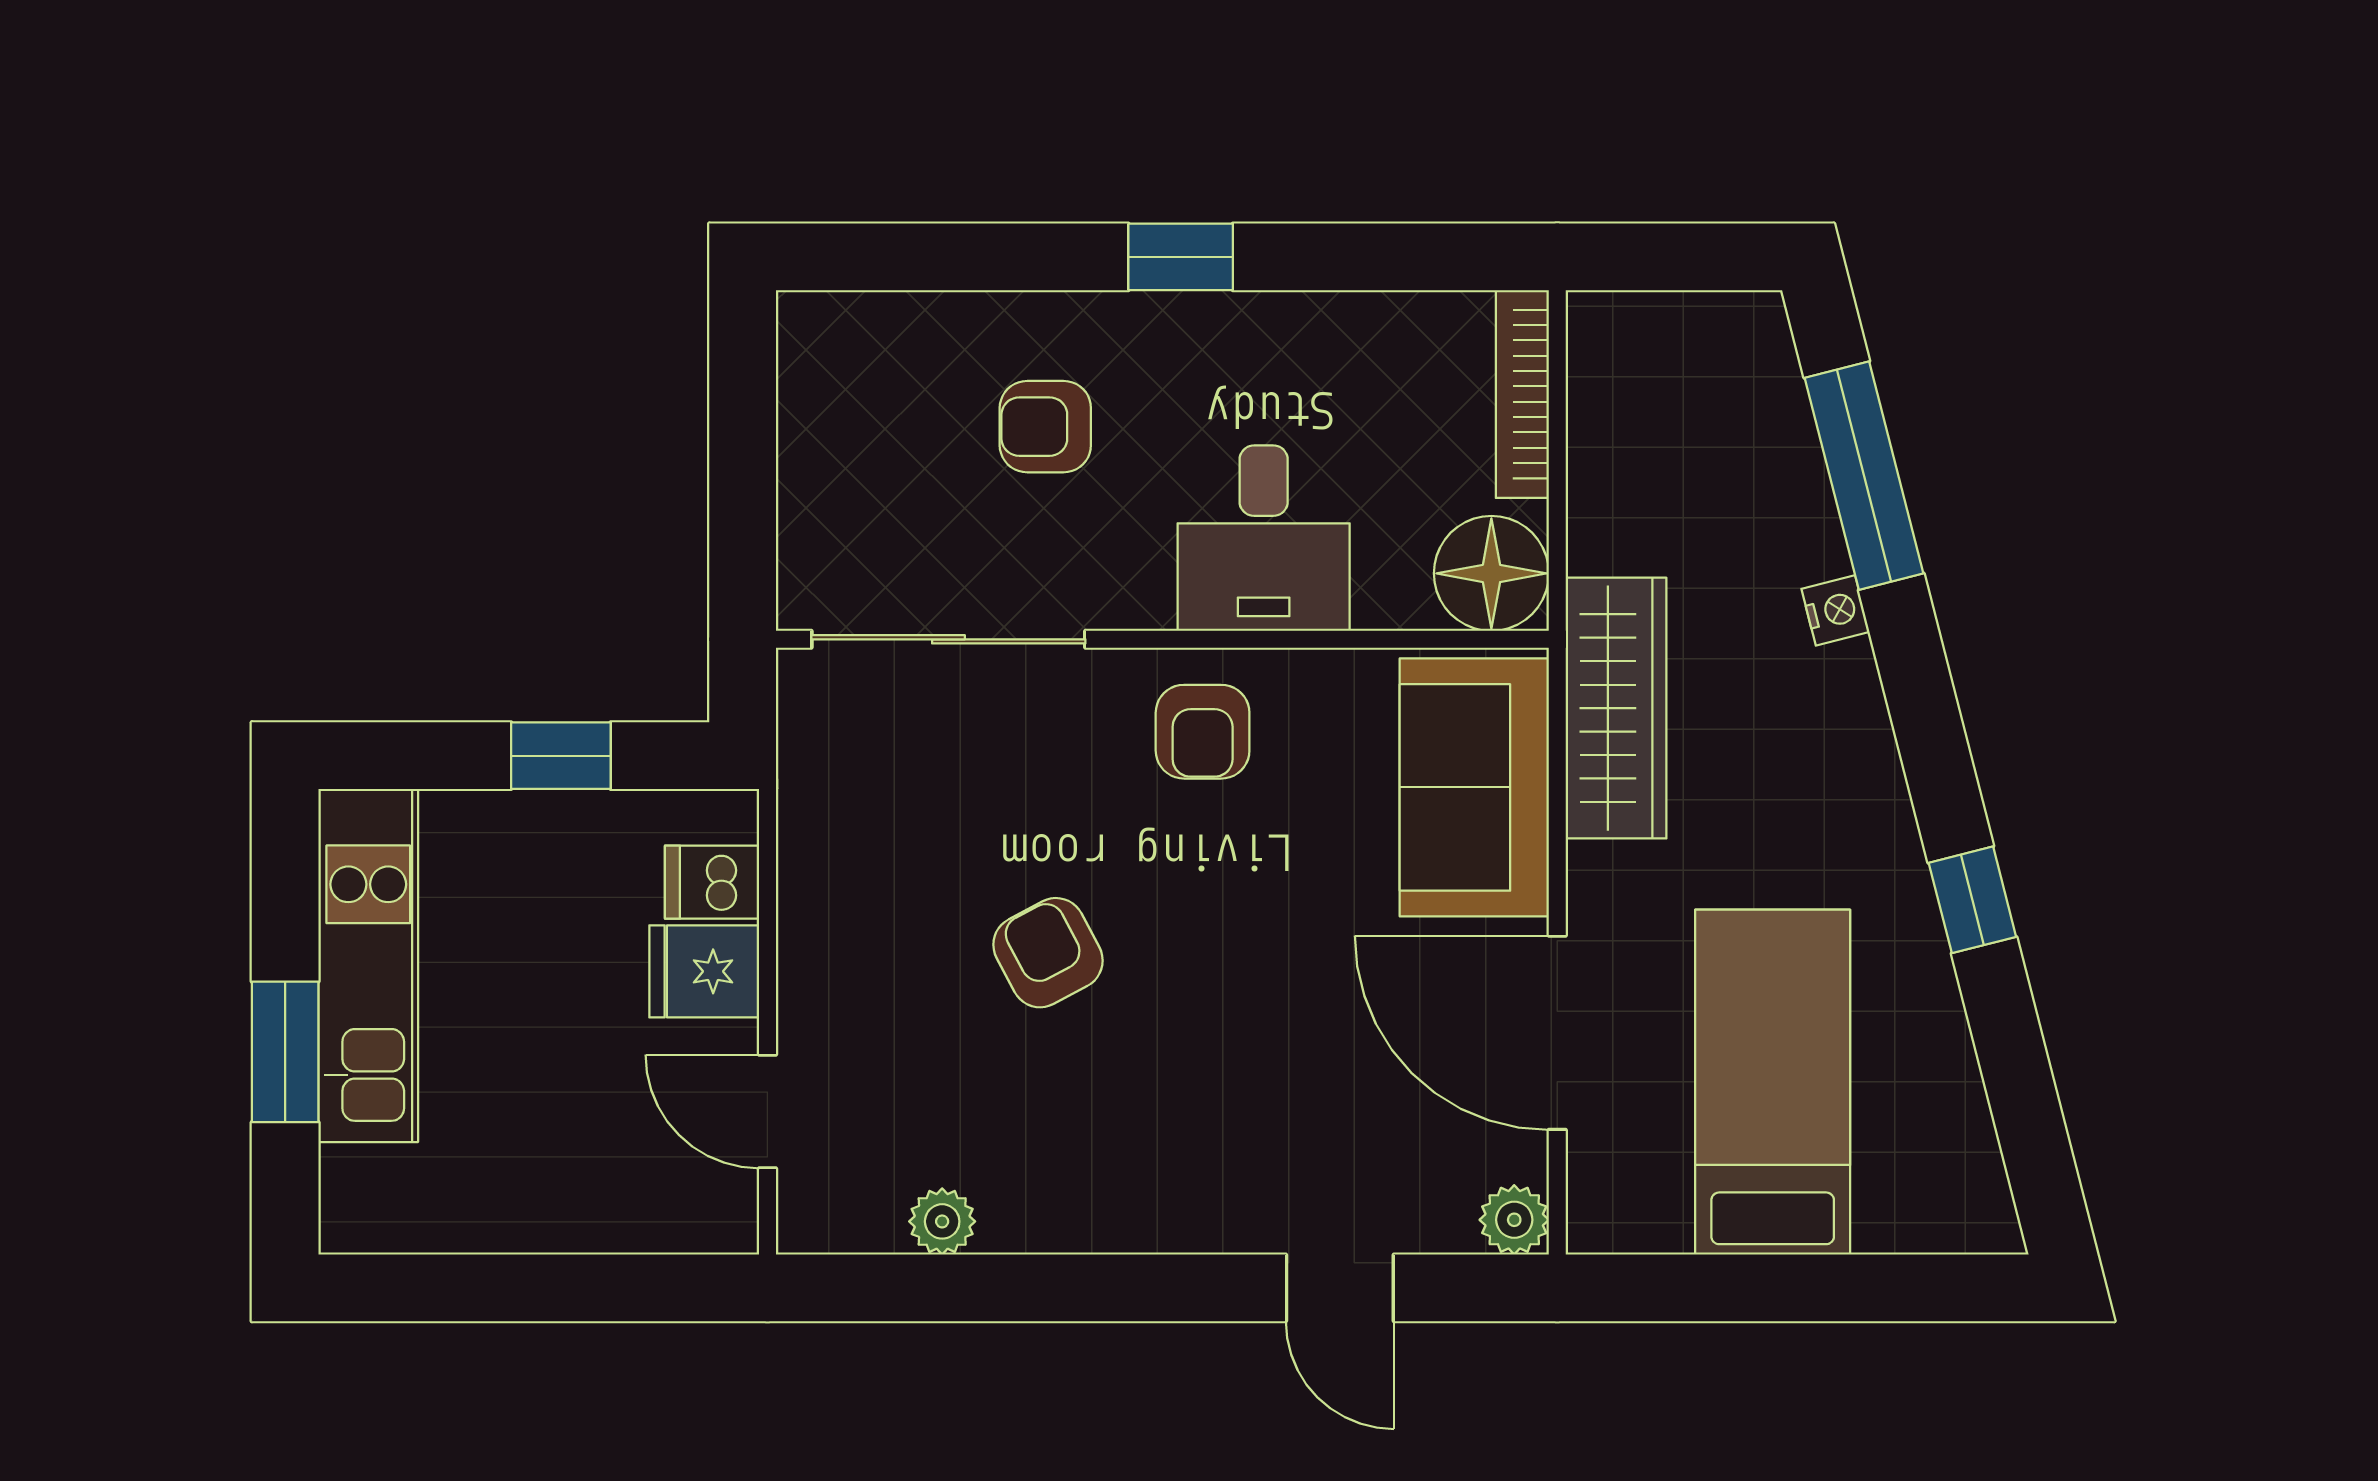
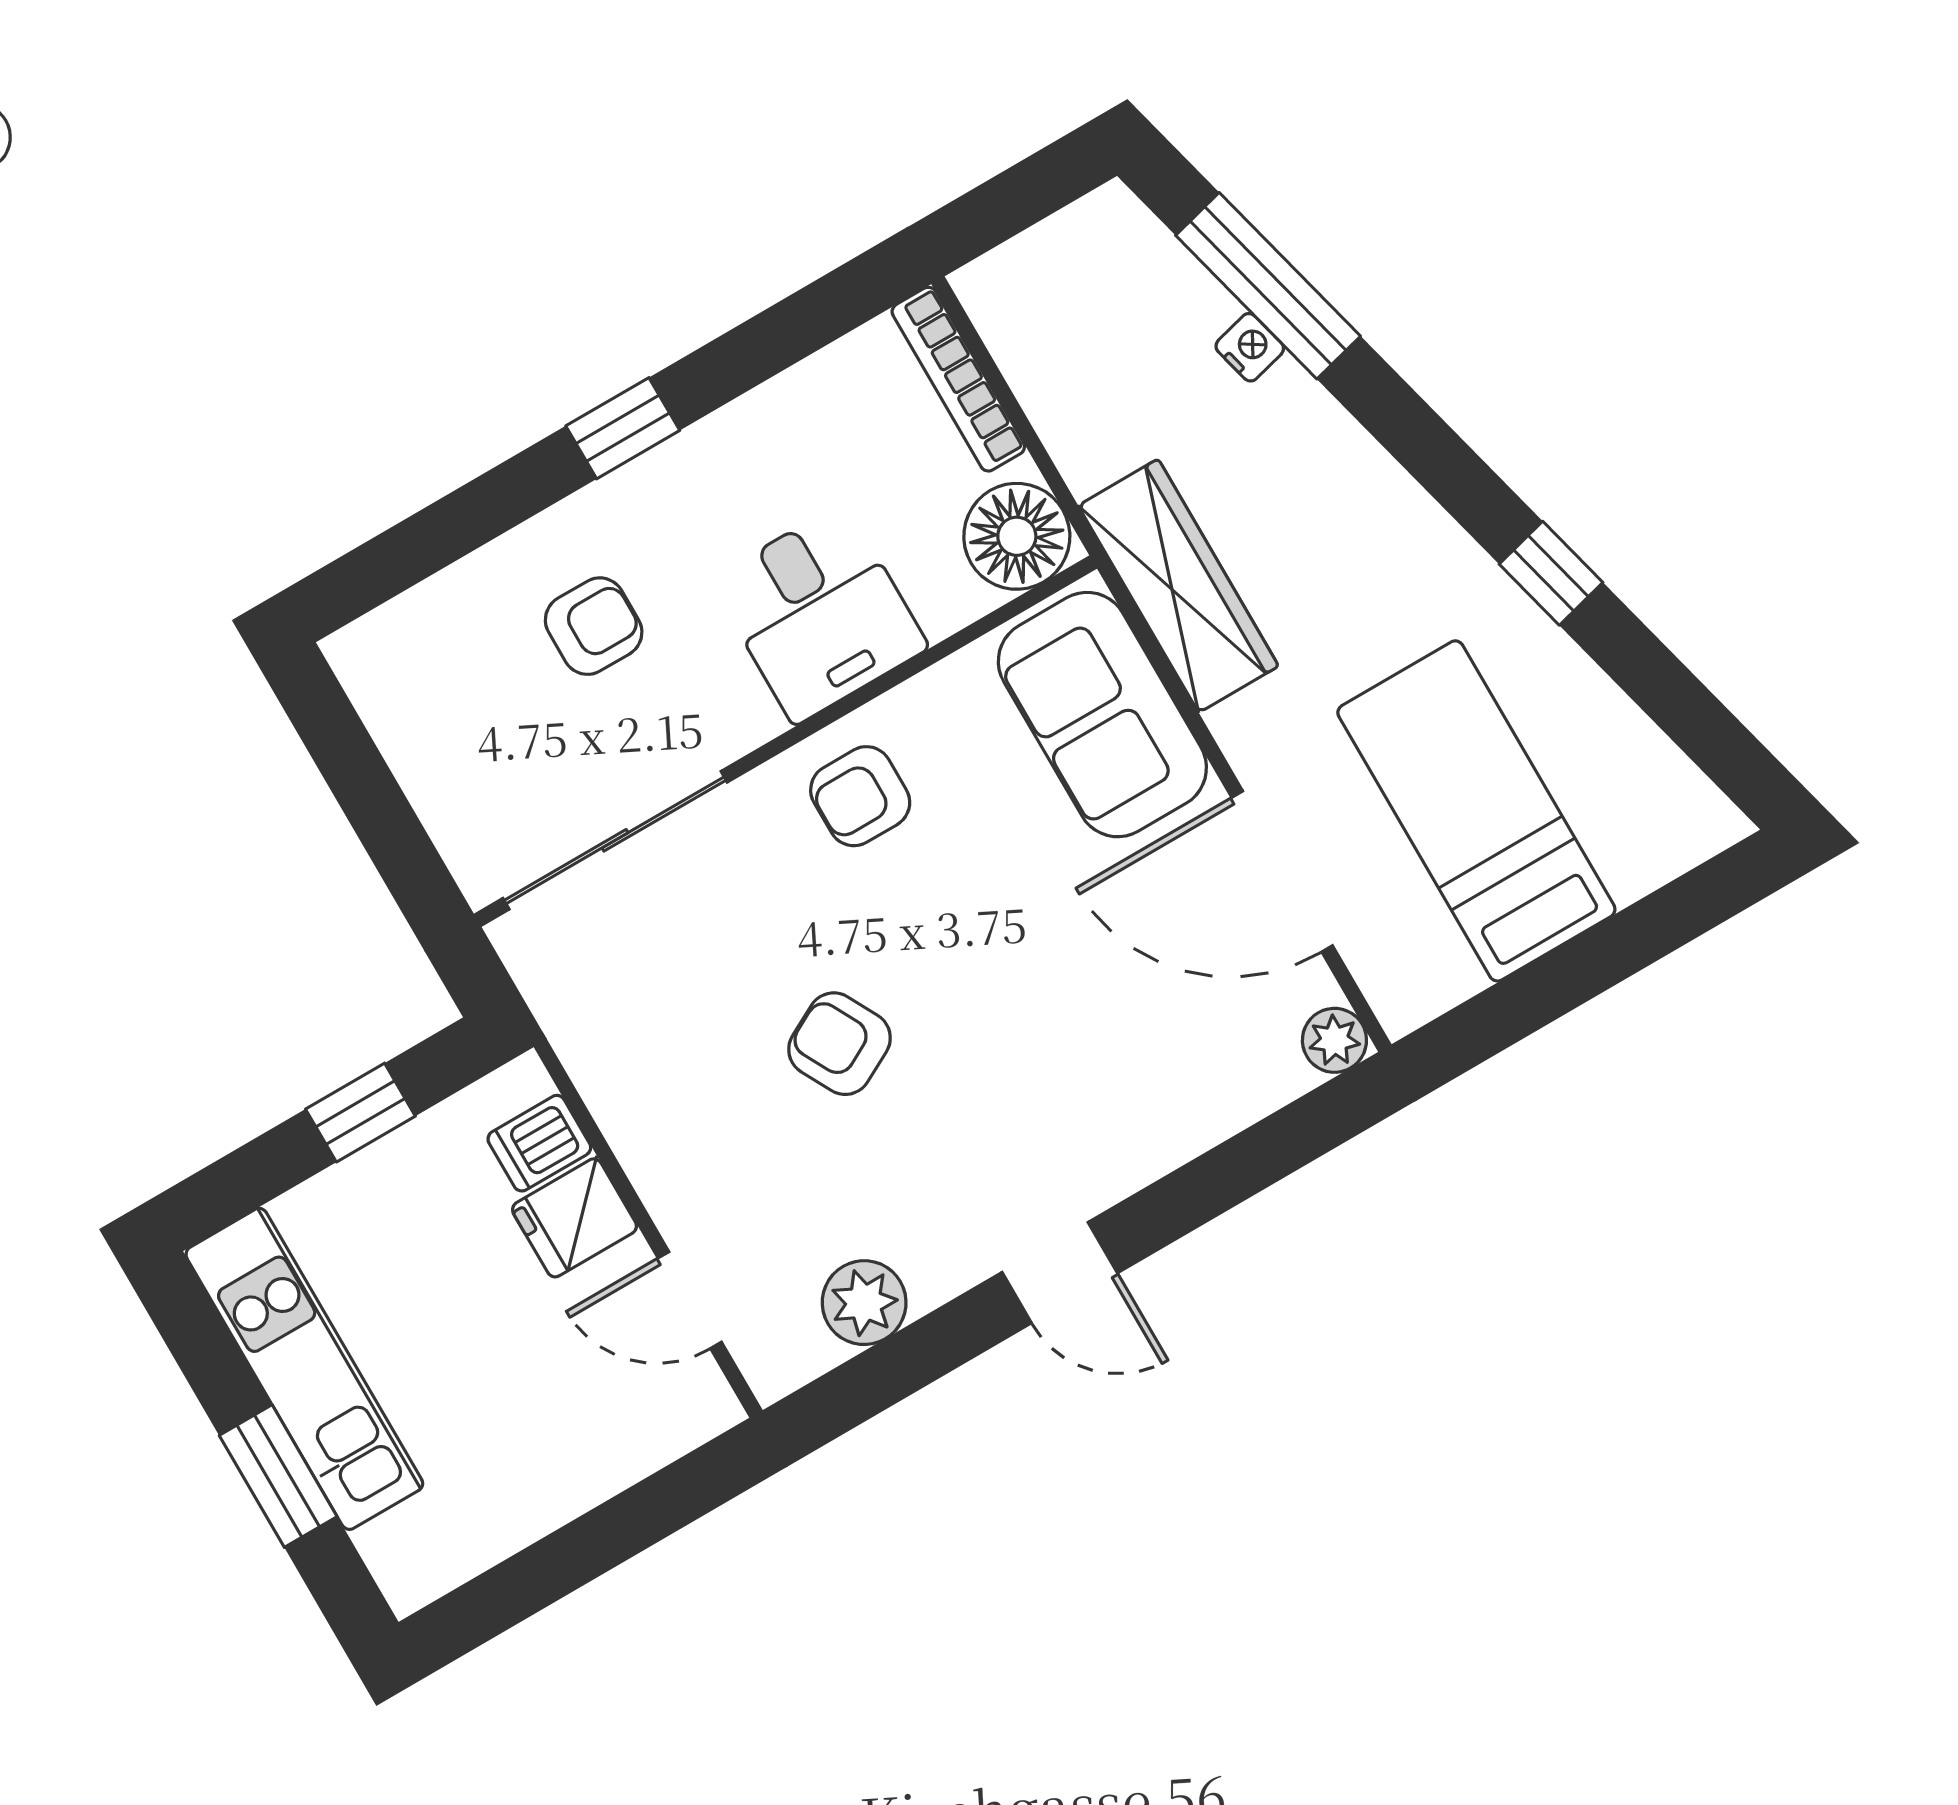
armchair: (1045, 427) -> (594, 626), turned 180
nightstand: (1835, 610) -> (1250, 347), moved
armchair: (1203, 732) -> (860, 796), turned 90
plant: (942, 1221) -> (864, 1303), width x1.38, depth x1.38
door: (1340, 1288) -> (1060, 1273), moved

